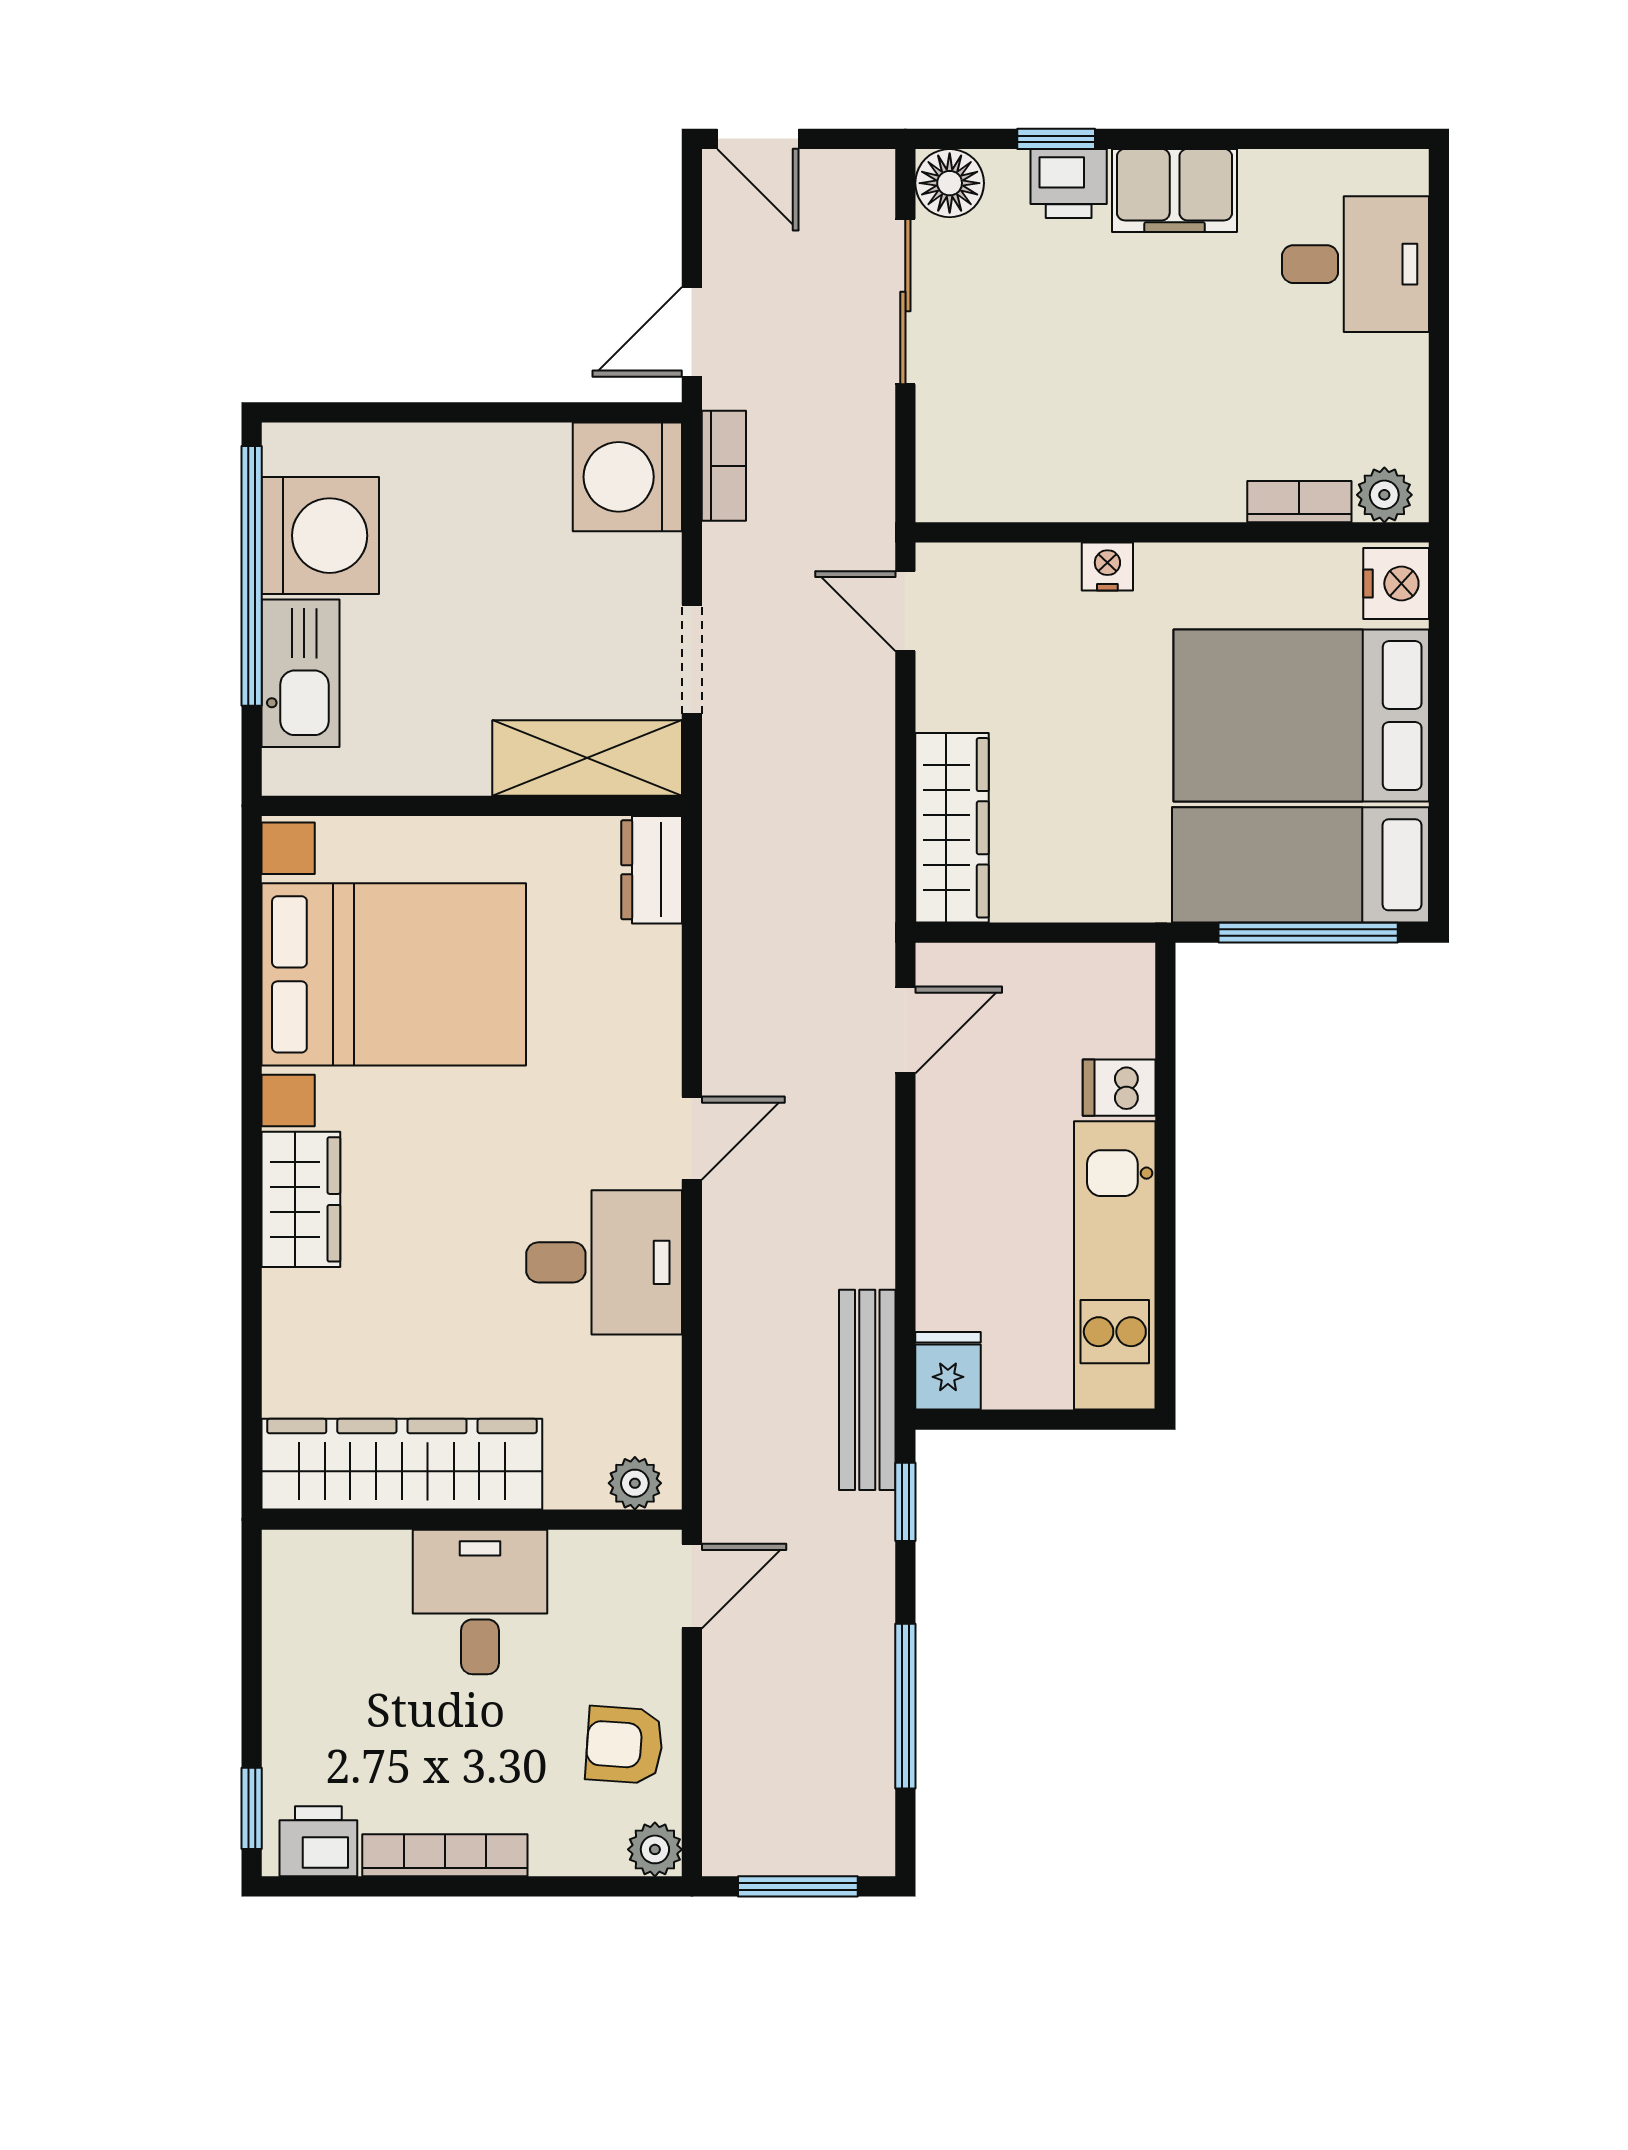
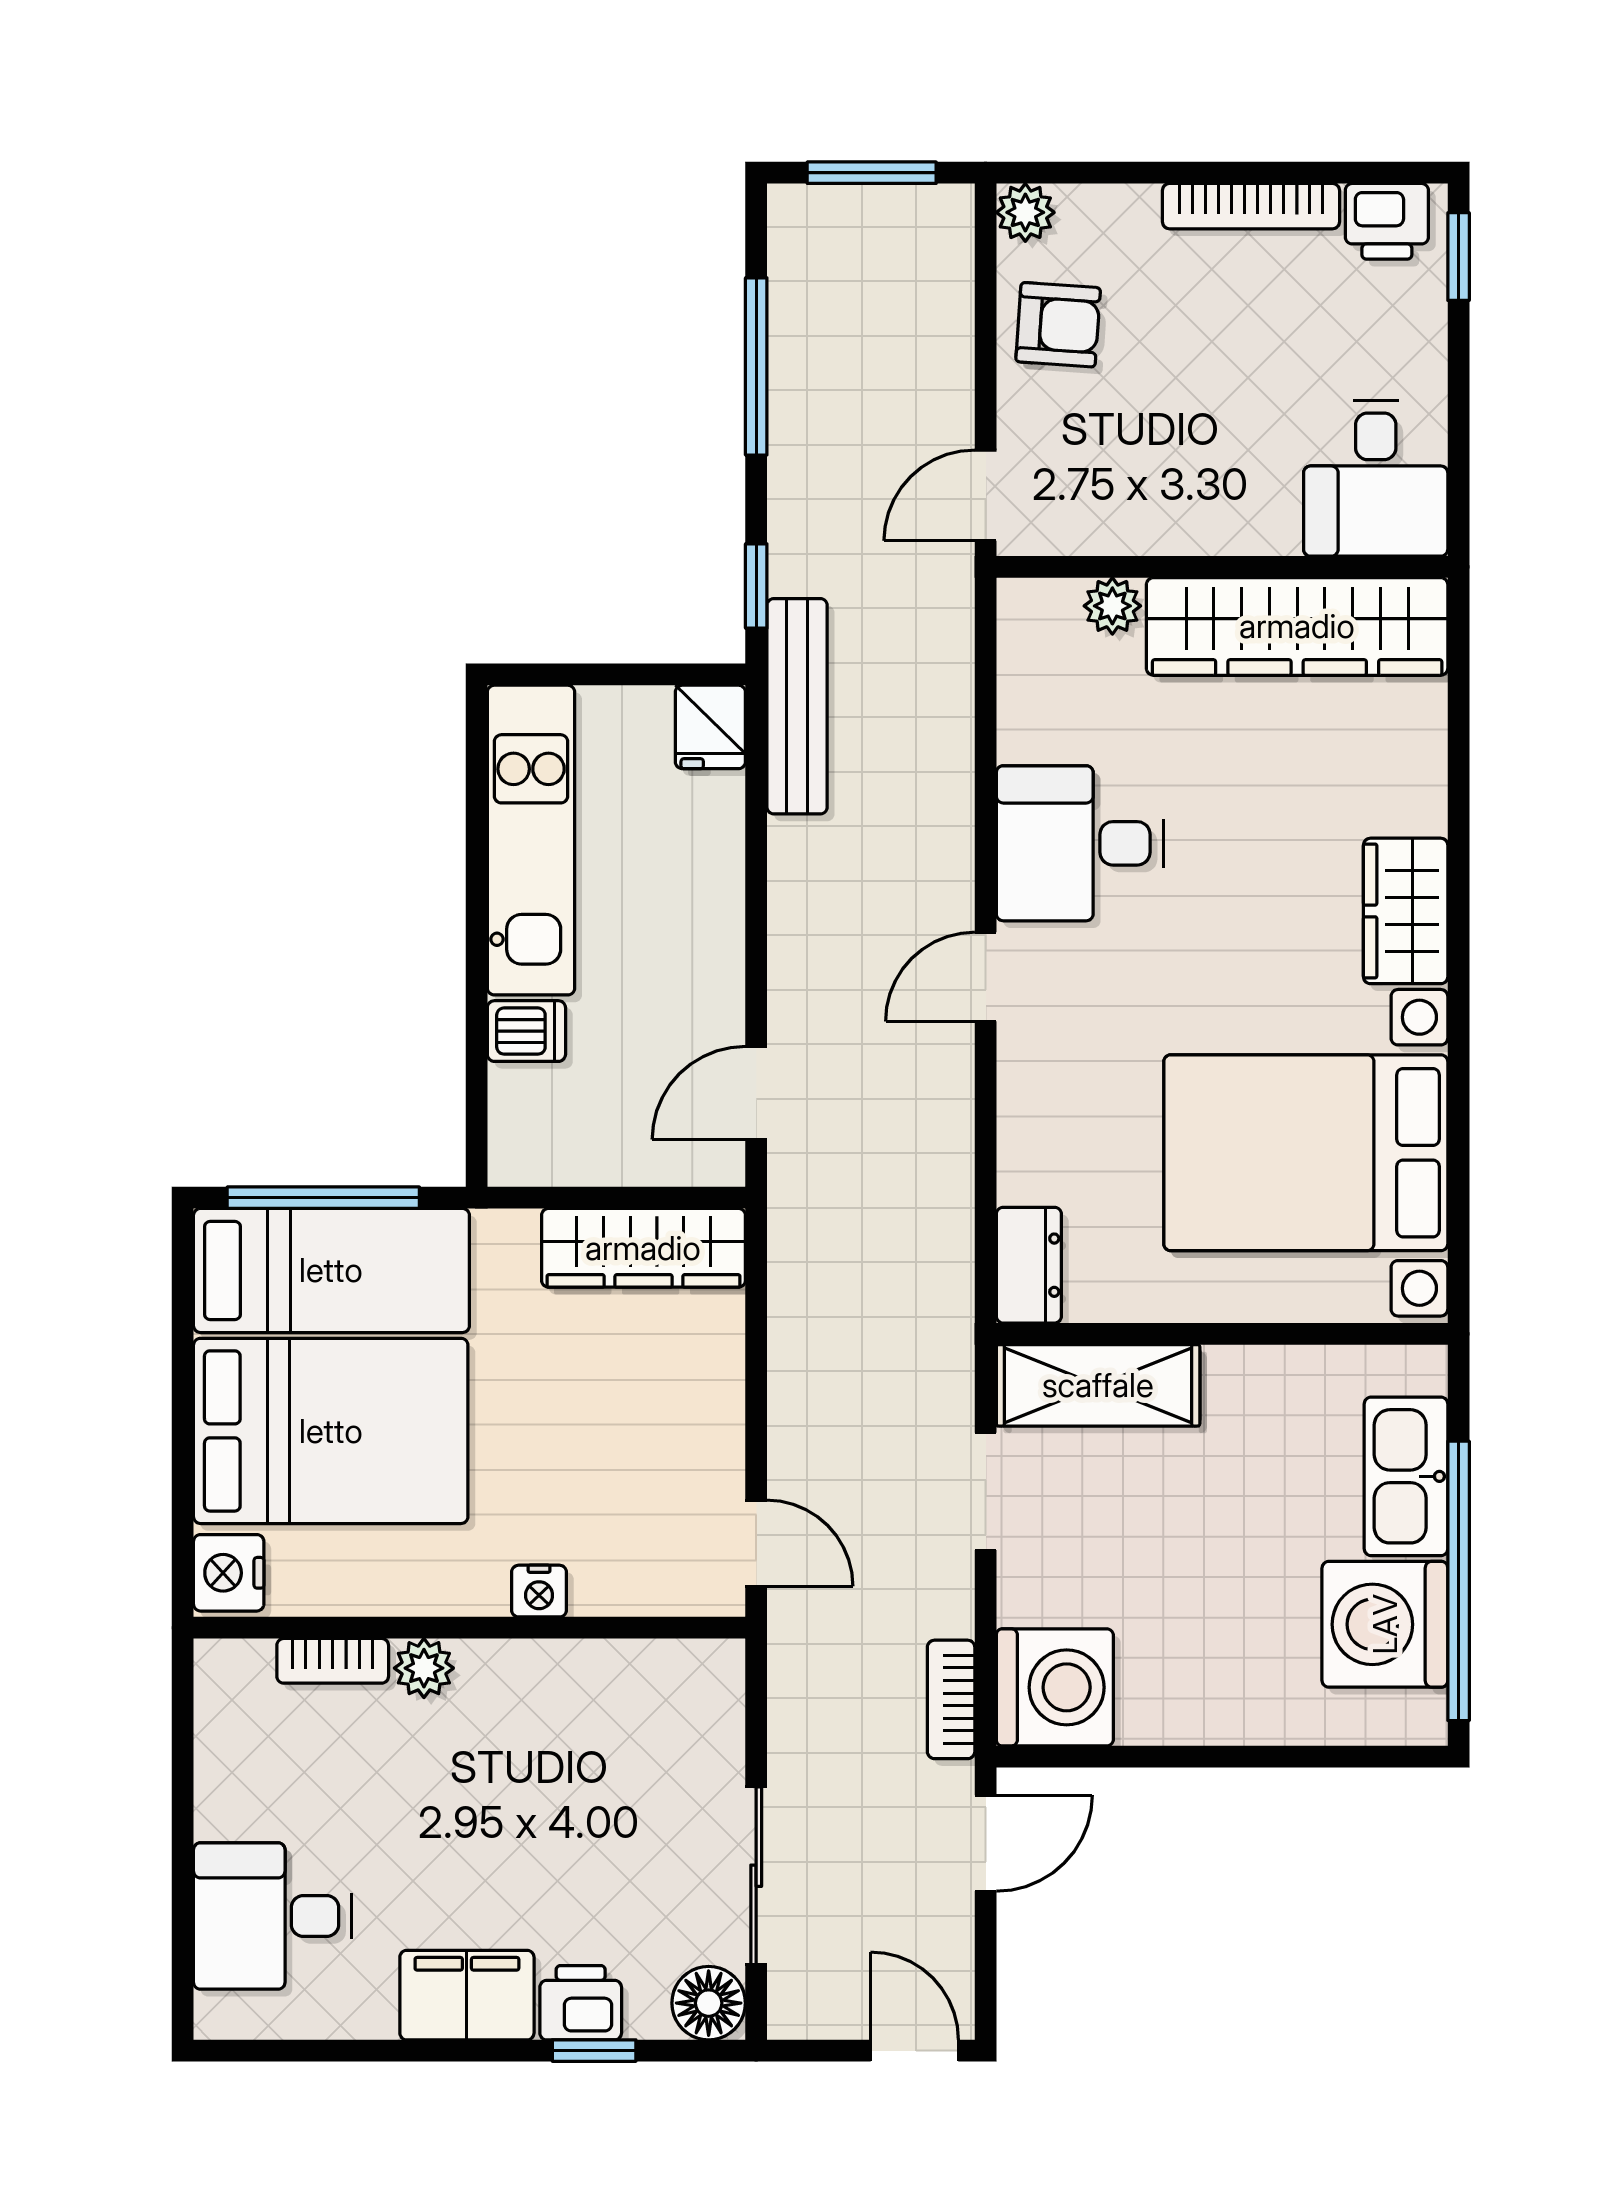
plant: (1384, 495) -> (424, 1668), moved
wardrobe: (952, 828) -> (643, 1248), moved, turned -90
plant: (635, 1483) -> (1112, 606), moved
desk: (480, 1602) -> (1376, 478), moved

